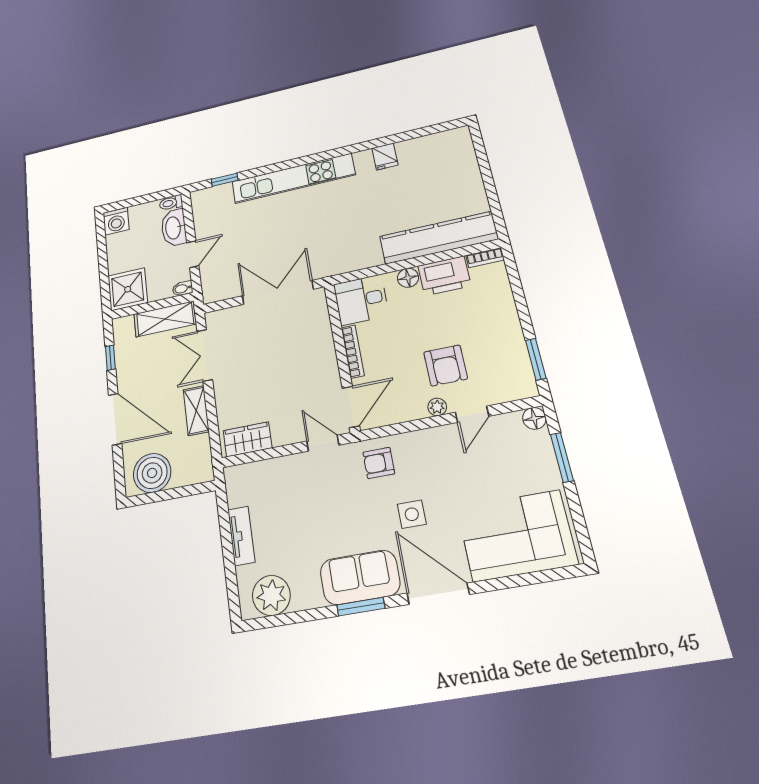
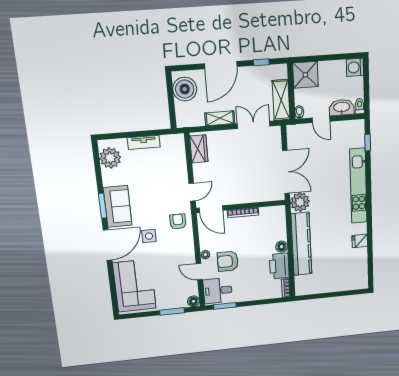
kitchen counter: (438, 238) -> (301, 244), moved
plant: (327, 262) -> (300, 202), added
desk: (361, 300) -> (218, 291), moved, turned -90

